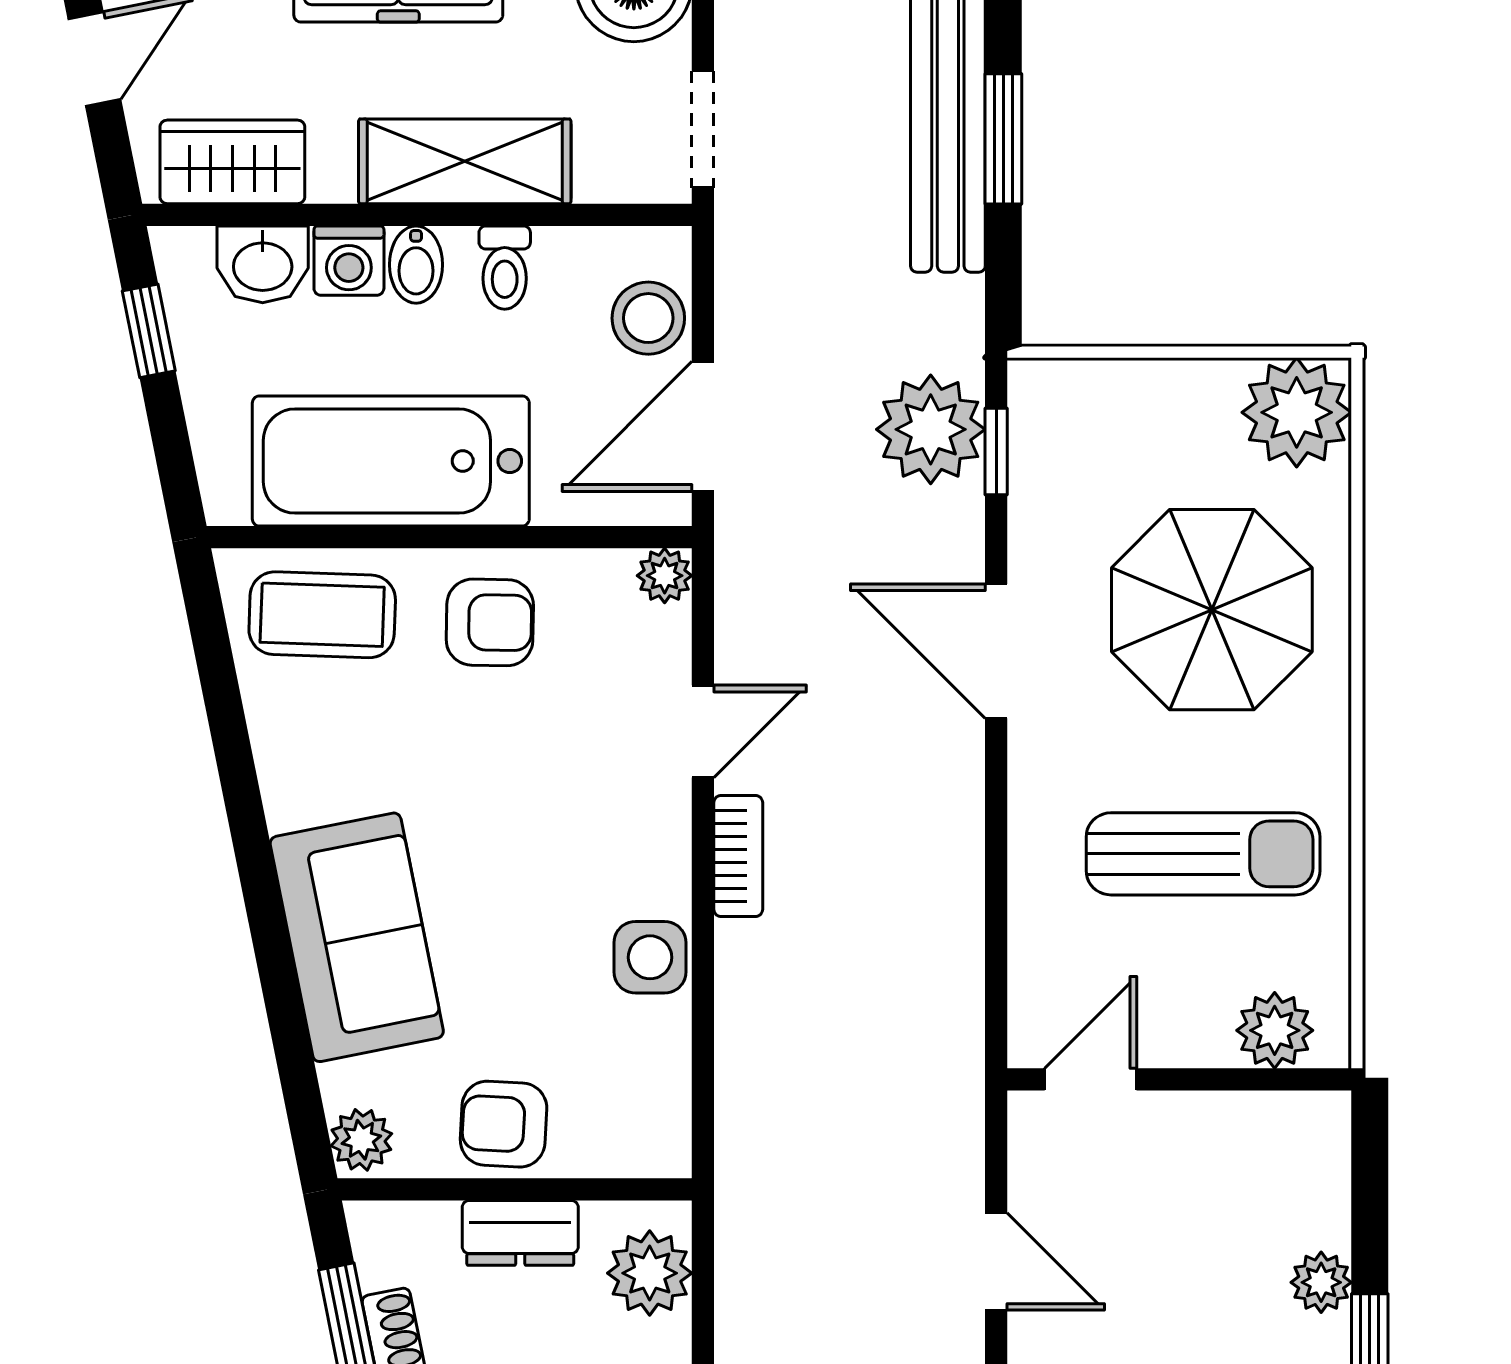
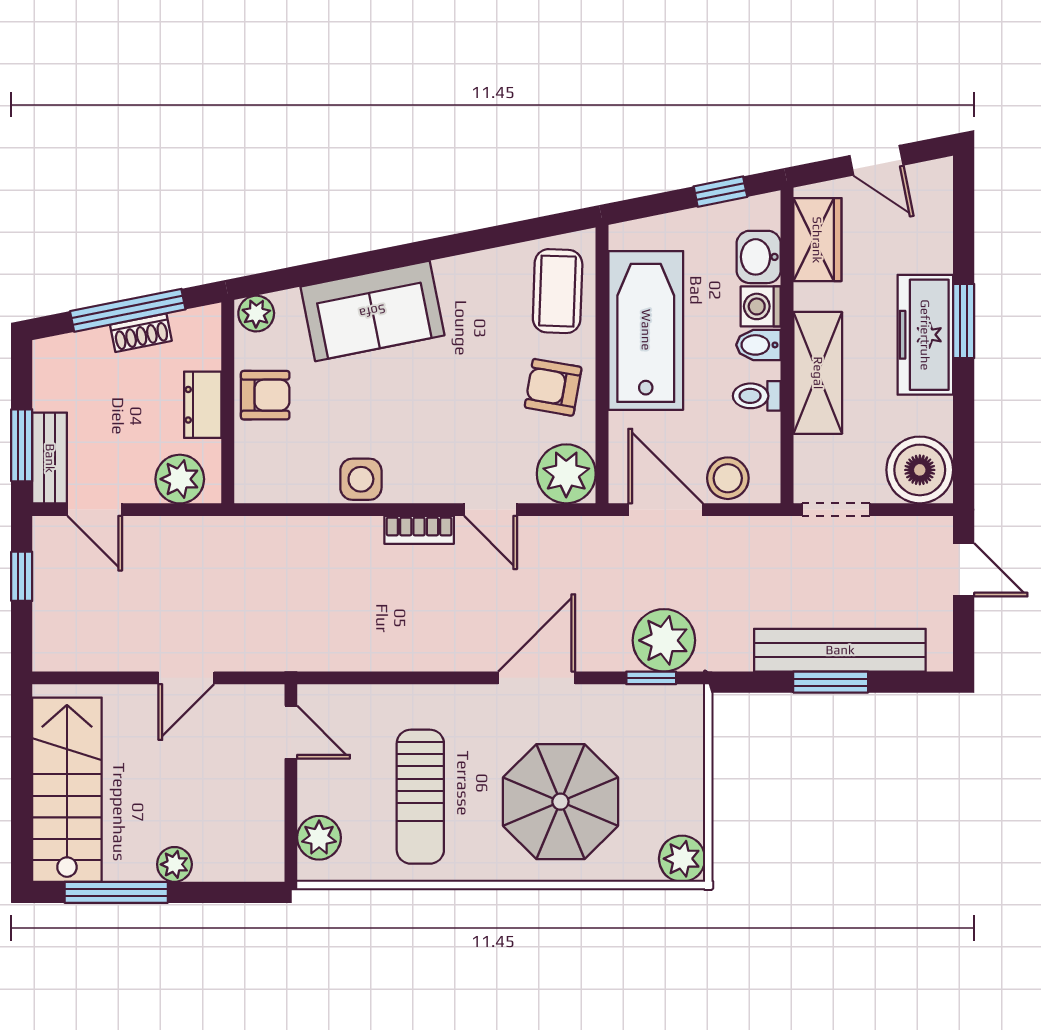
plant: (1297, 412) -> (682, 859), width x0.73, depth x0.73
plant: (665, 576) -> (566, 474), width x1.87, depth x1.87
armchair: (490, 622) -> (553, 387), turned 99
armchair: (504, 1124) -> (265, 395), turned 87

